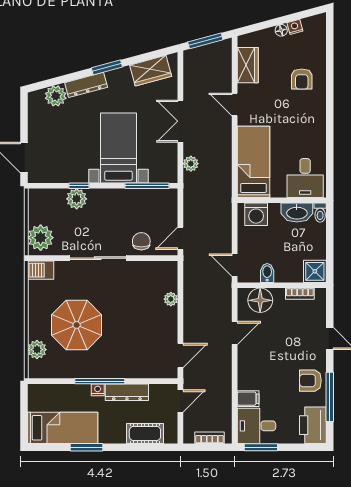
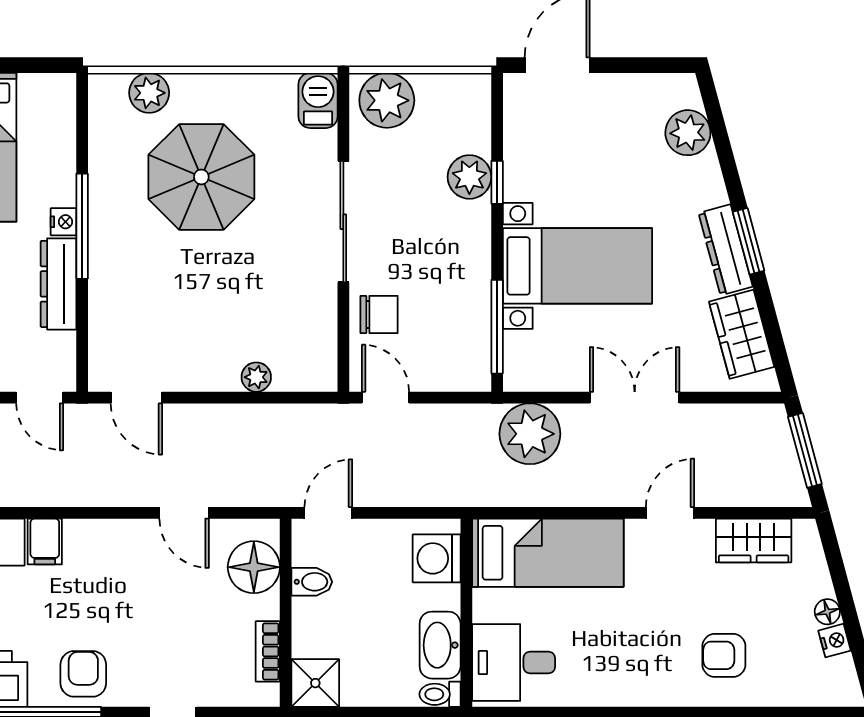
dresser: (86, 85) -> (726, 250), moved
plant: (191, 164) -> (530, 434), width x1.87, depth x1.87

